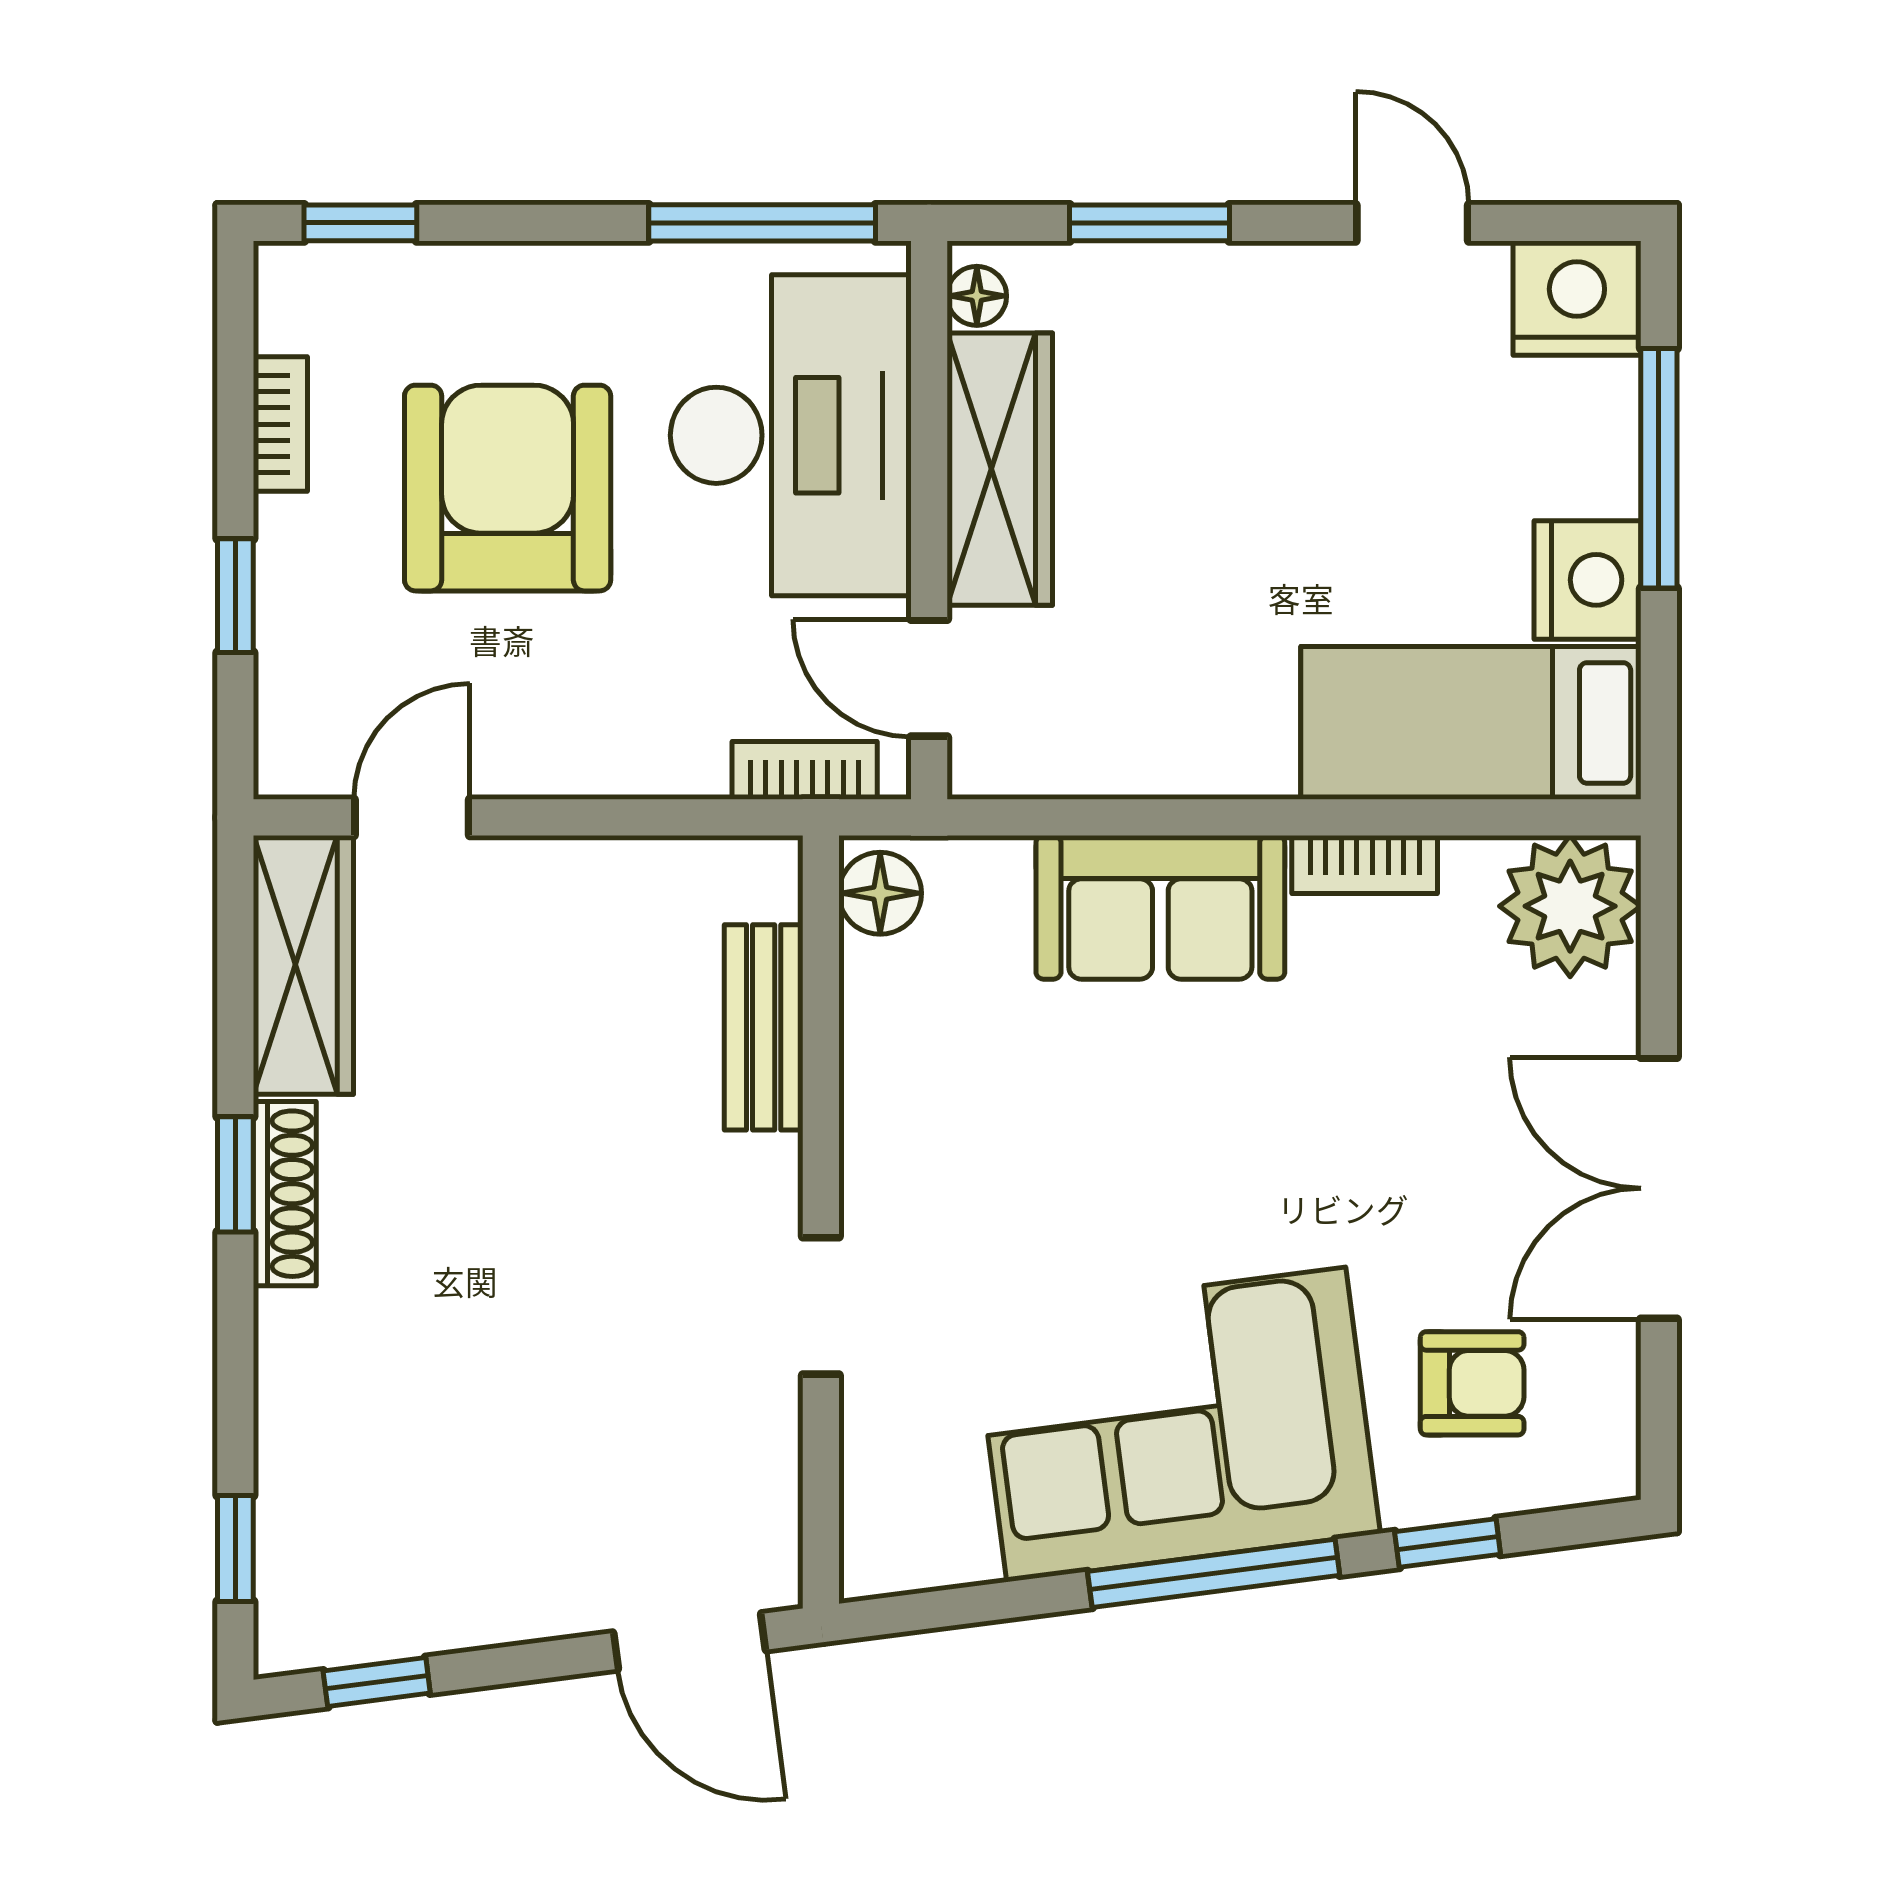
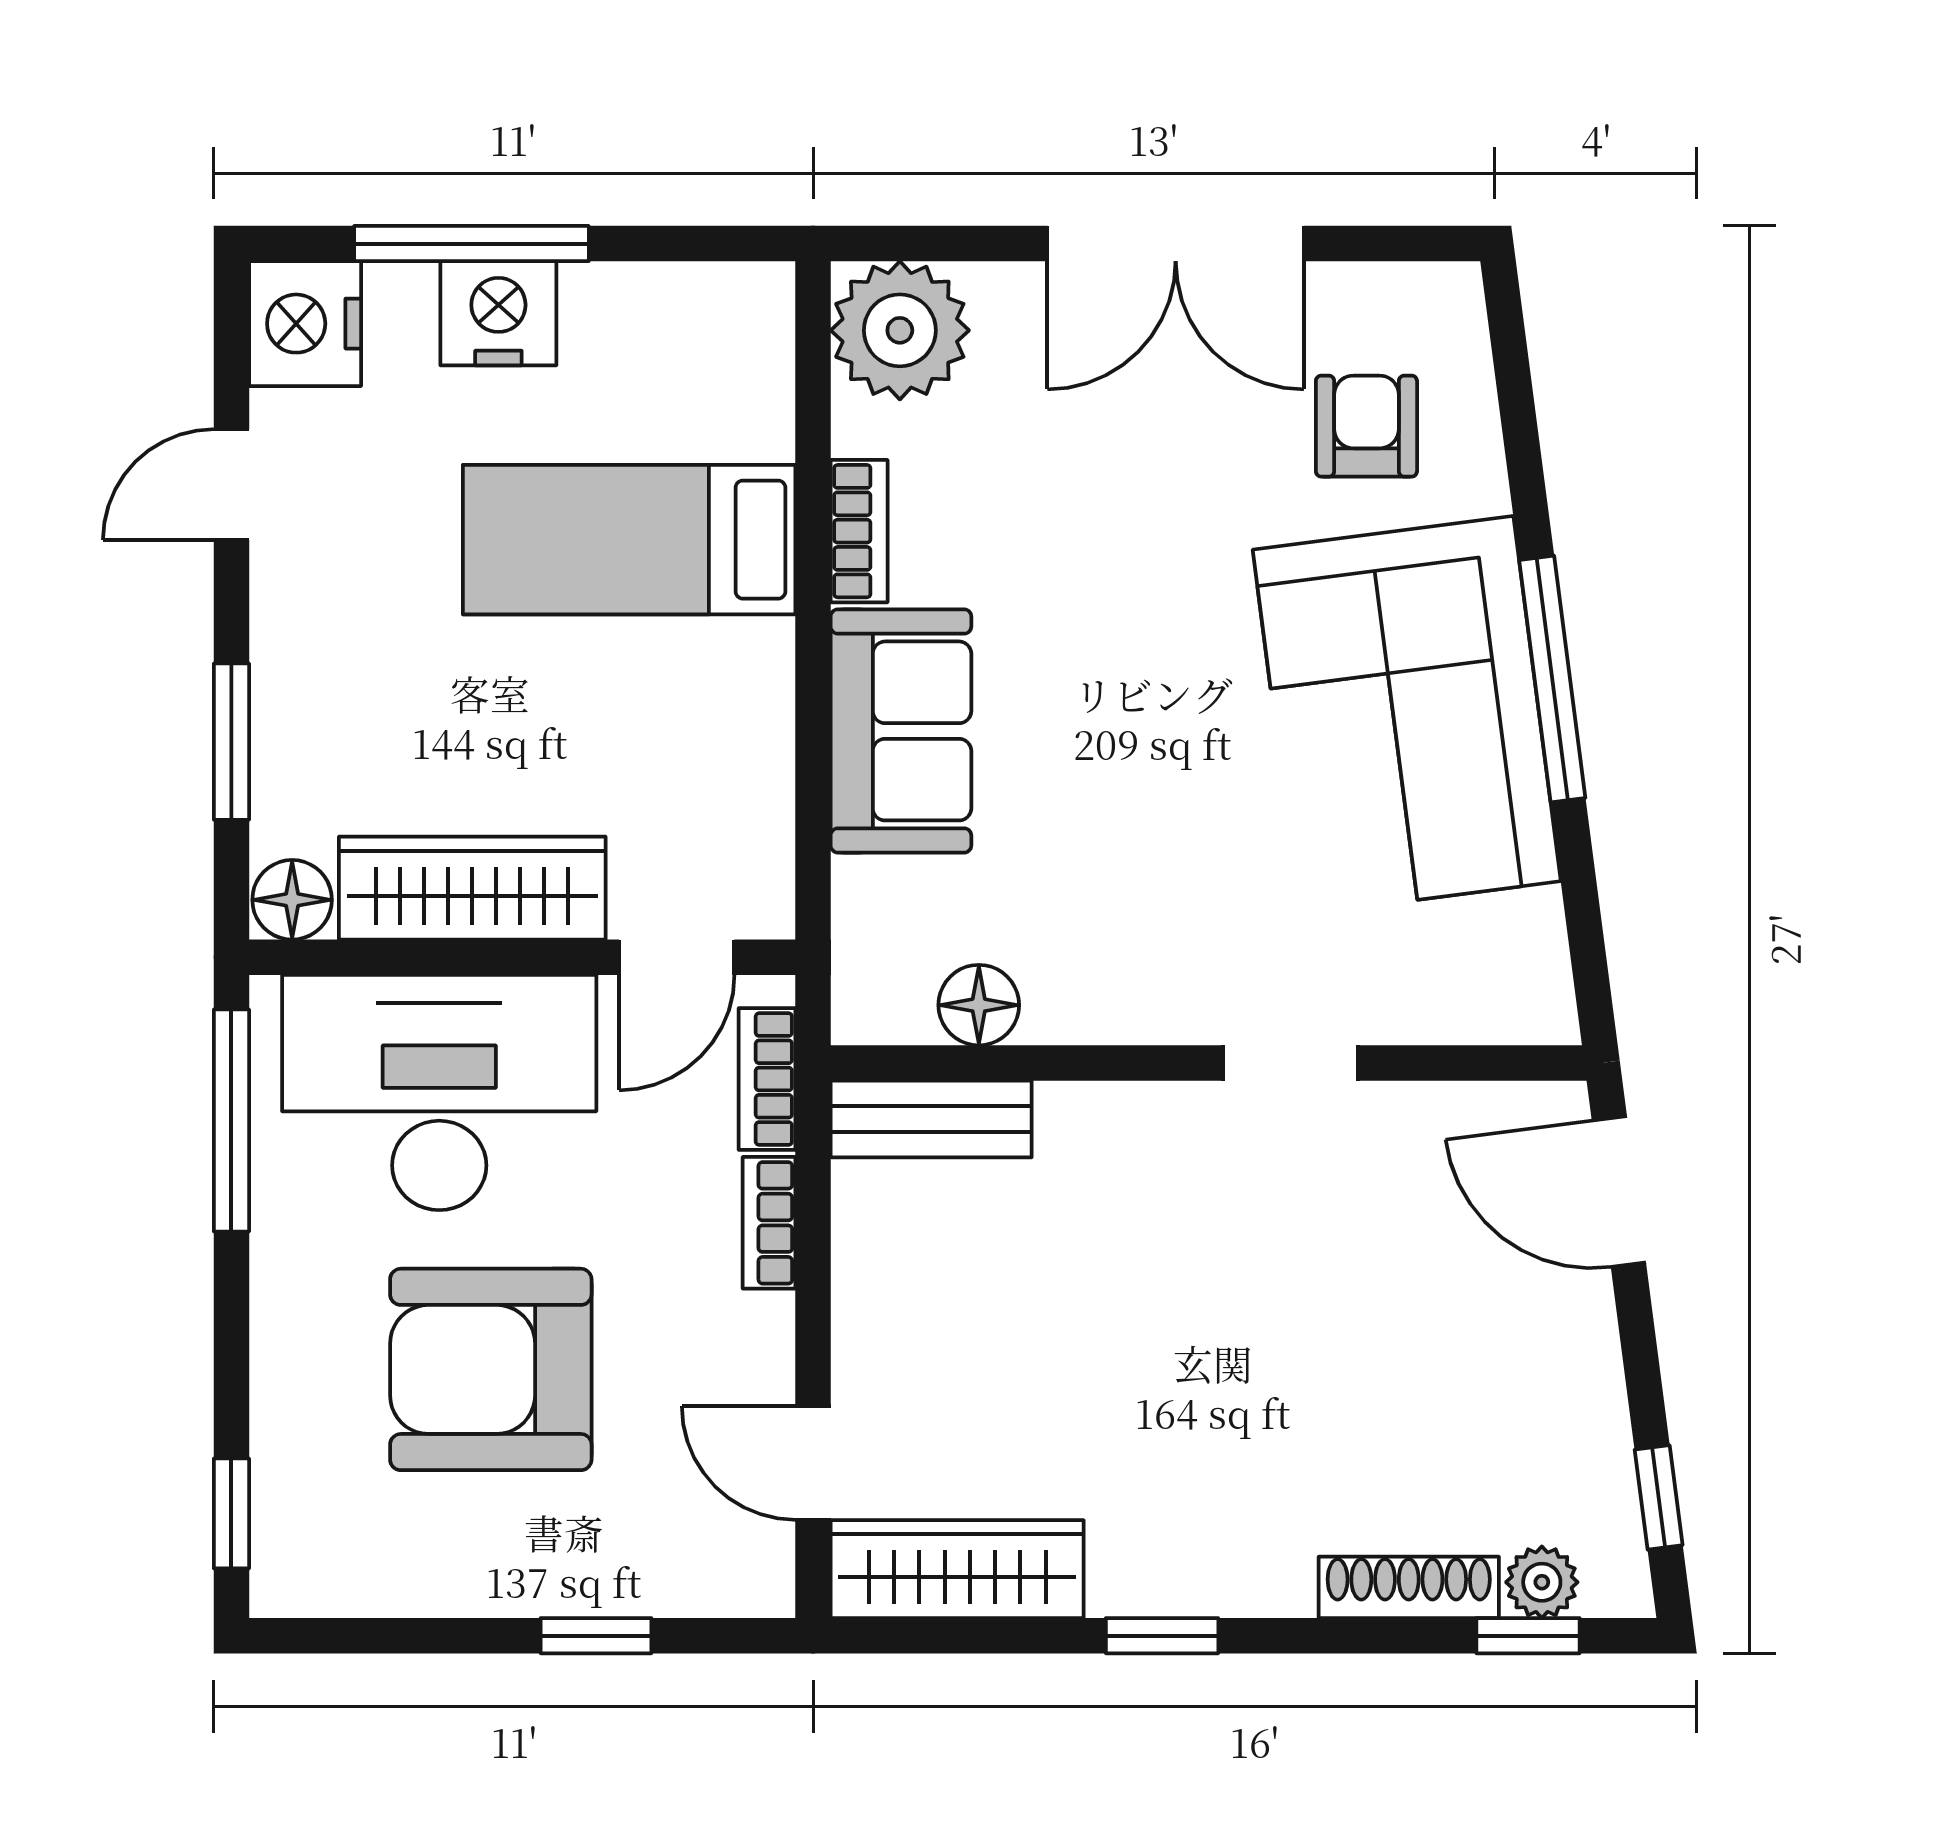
floor lamp: (977, 296) -> (292, 900), width x1.37, depth x1.37
bookcase: (280, 424) -> (769, 1223), moved, turned -90
nightstand: (1587, 580) -> (498, 313), moved
bed: (1471, 723) -> (629, 540), moved, turned 90
floor lamp: (880, 893) -> (979, 1005), moved
bench: (764, 1027) -> (931, 1119), moved
shoe rack: (285, 1194) -> (1409, 1587), moved
window: (1448, 1543) -> (1523, 450), removed
plant: (290, 1563) -> (1542, 1582), added
door: (689, 1641) -> (1619, 1192), swing flipped

